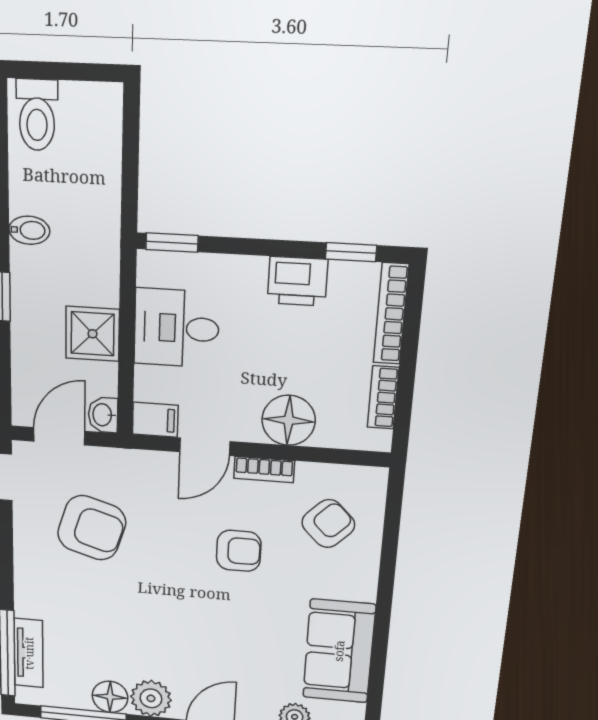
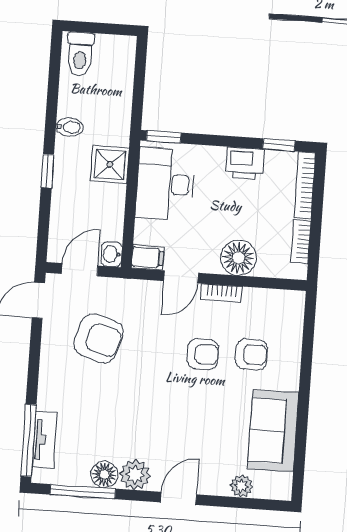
desk: (176, 328) -> (165, 184), width x1.37
shower: (92, 334) -> (110, 164), moved
armchair: (328, 524) -> (251, 354), moved, turned 45

